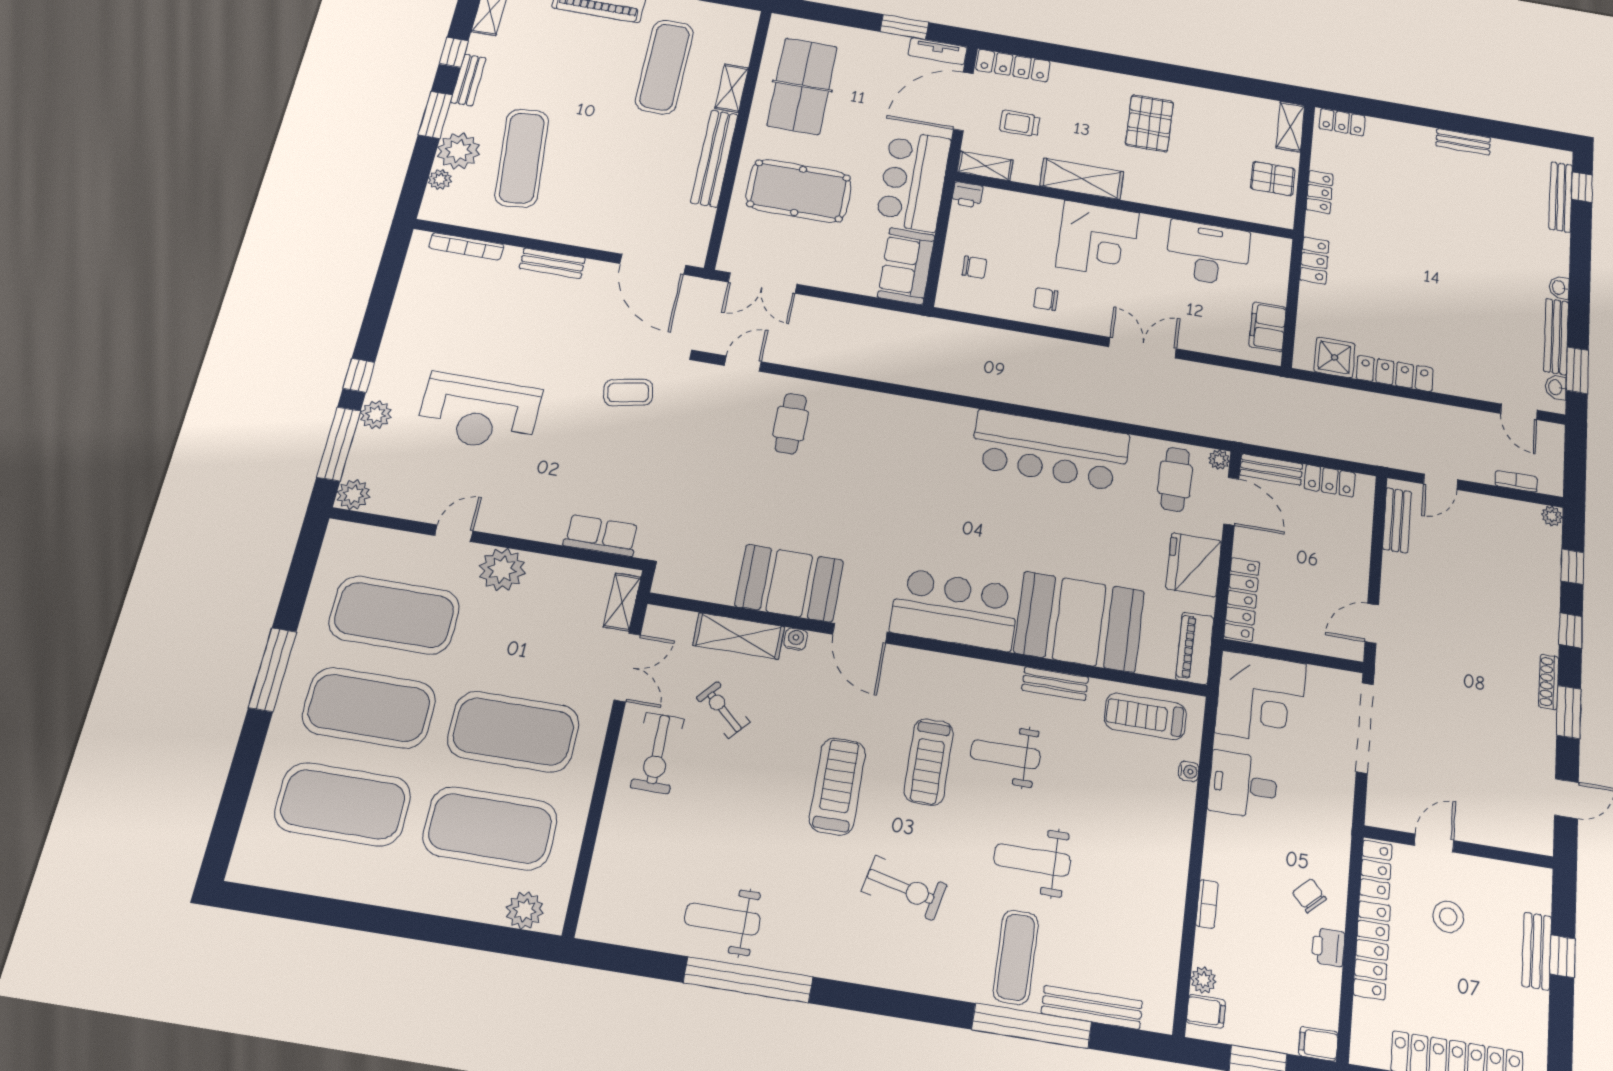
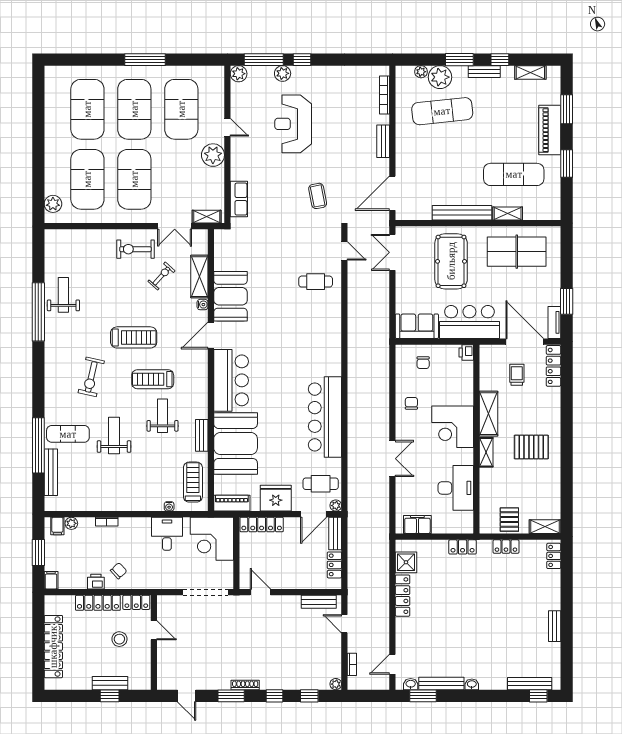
shelving: (985, 166) -> (486, 452), moved

